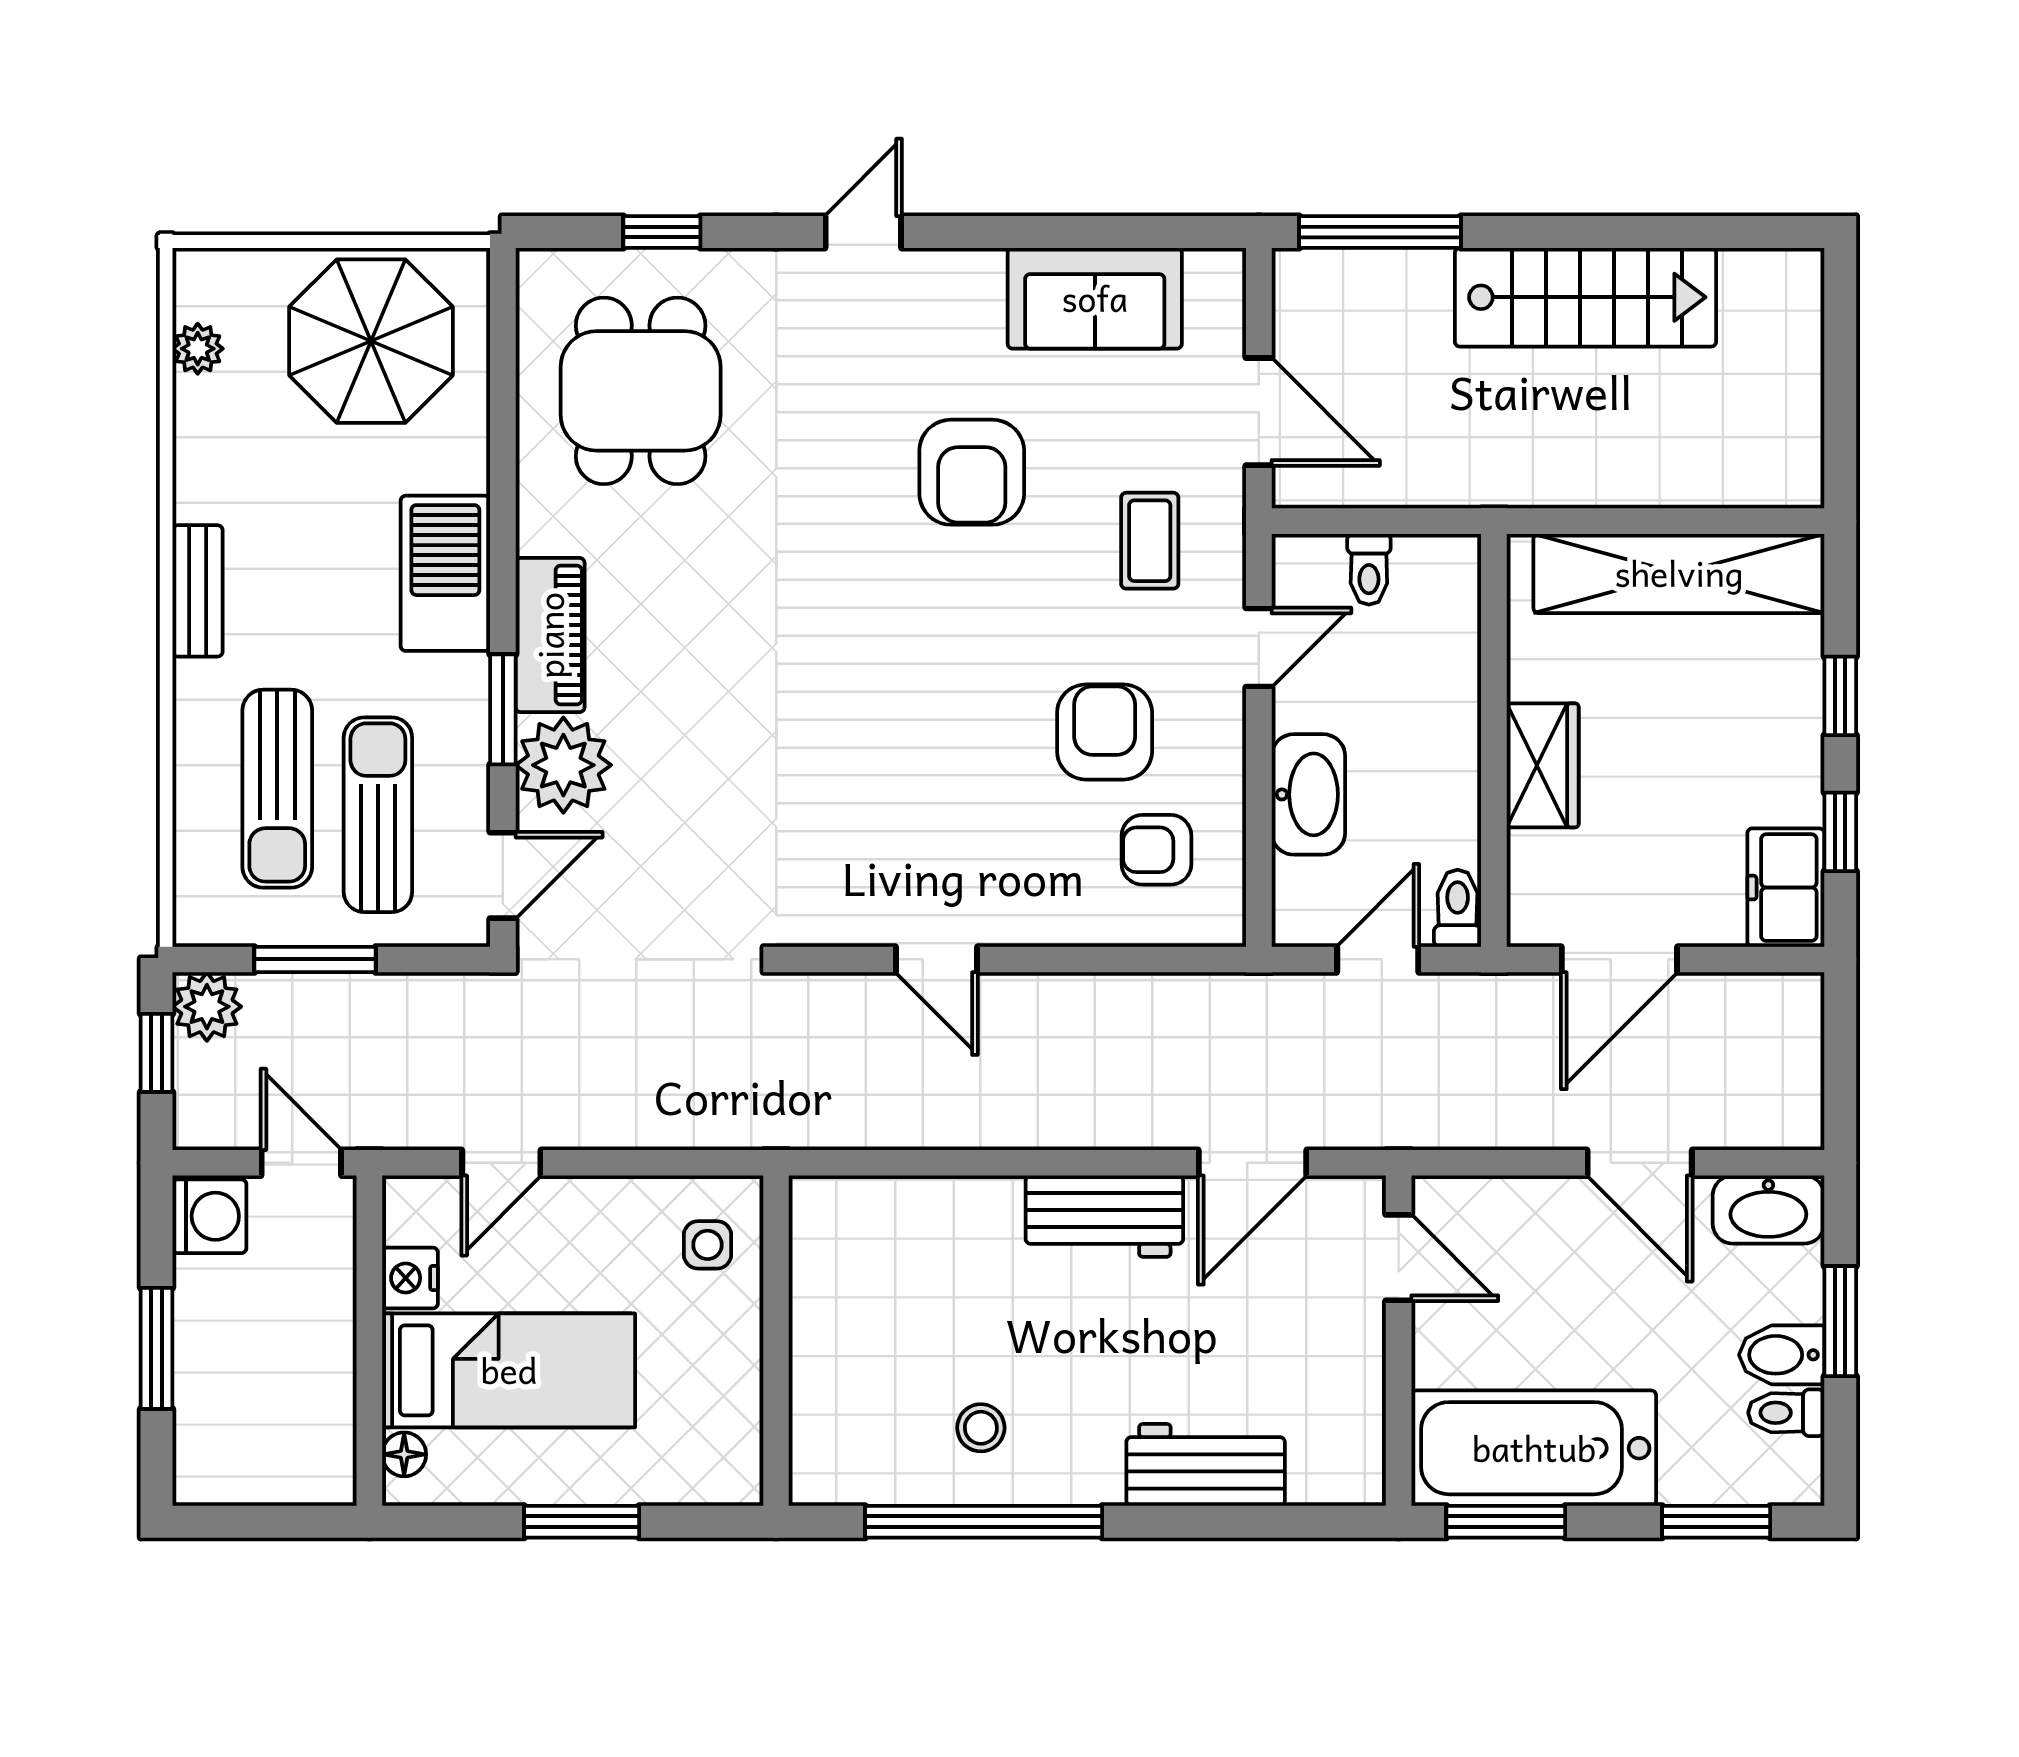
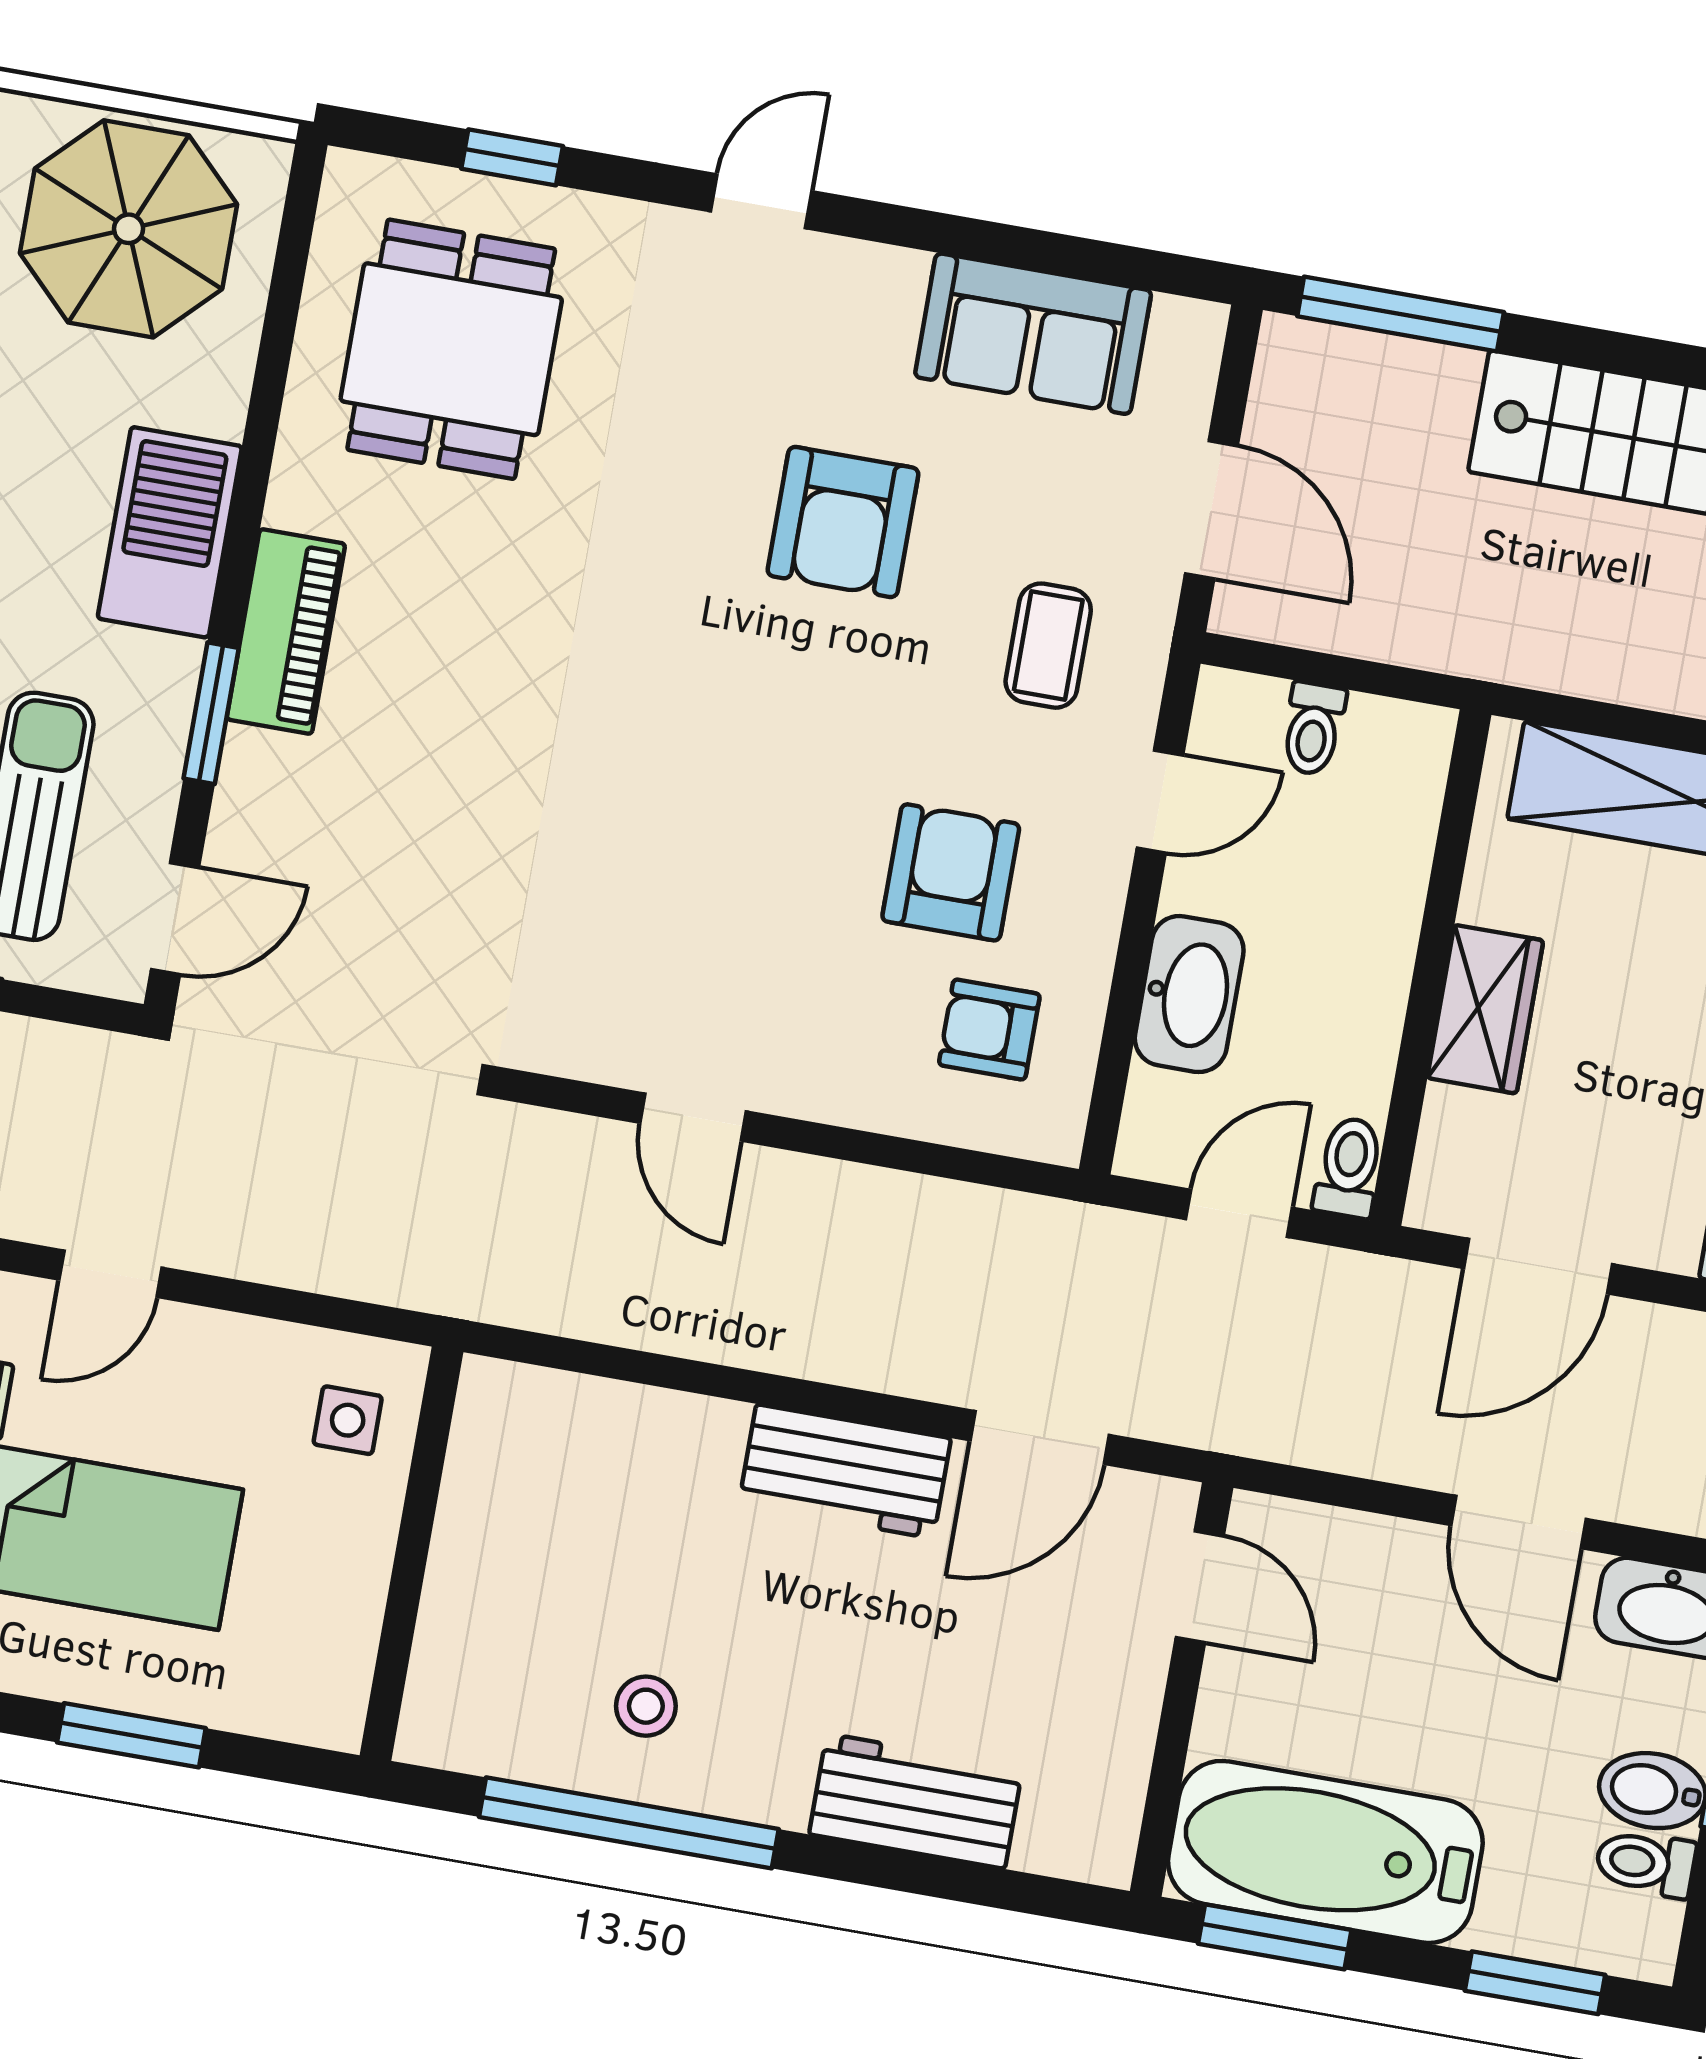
plant: (563, 765) -> (274, 795), removed

